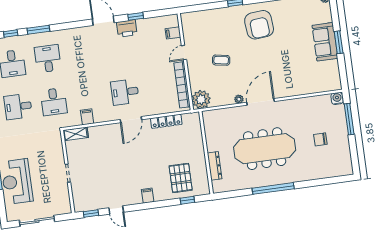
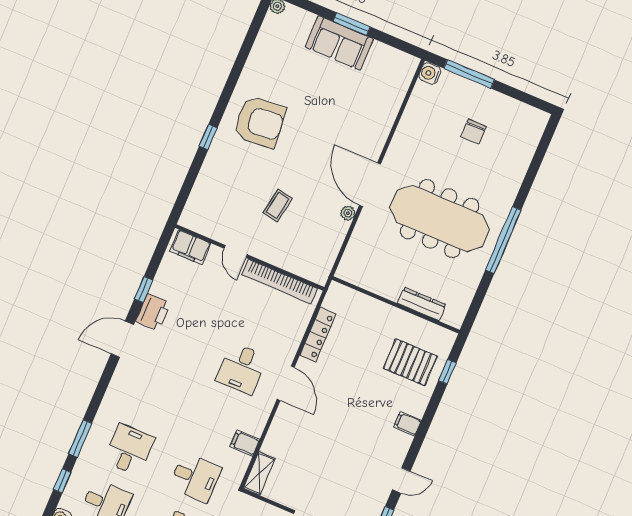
filing cabinet: (173, 33) -> (190, 247), width x2.00
desk: (48, 59) -> (129, 450), turned 90
plant: (201, 99) -> (316, 267), removed
meeting table: (265, 149) -> (440, 219), turned 90

